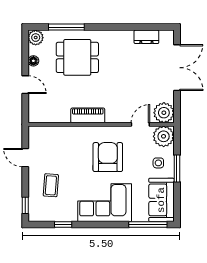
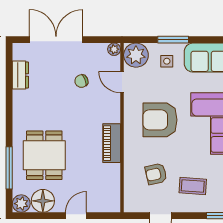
floor lamp: (33, 61) -> (43, 201), width x1.89, depth x1.89
chair: (141, 89) -> (81, 81), added
plant: (164, 113) -> (114, 49), width x0.53, depth x0.53
armchair: (61, 154) -> (156, 174), added

